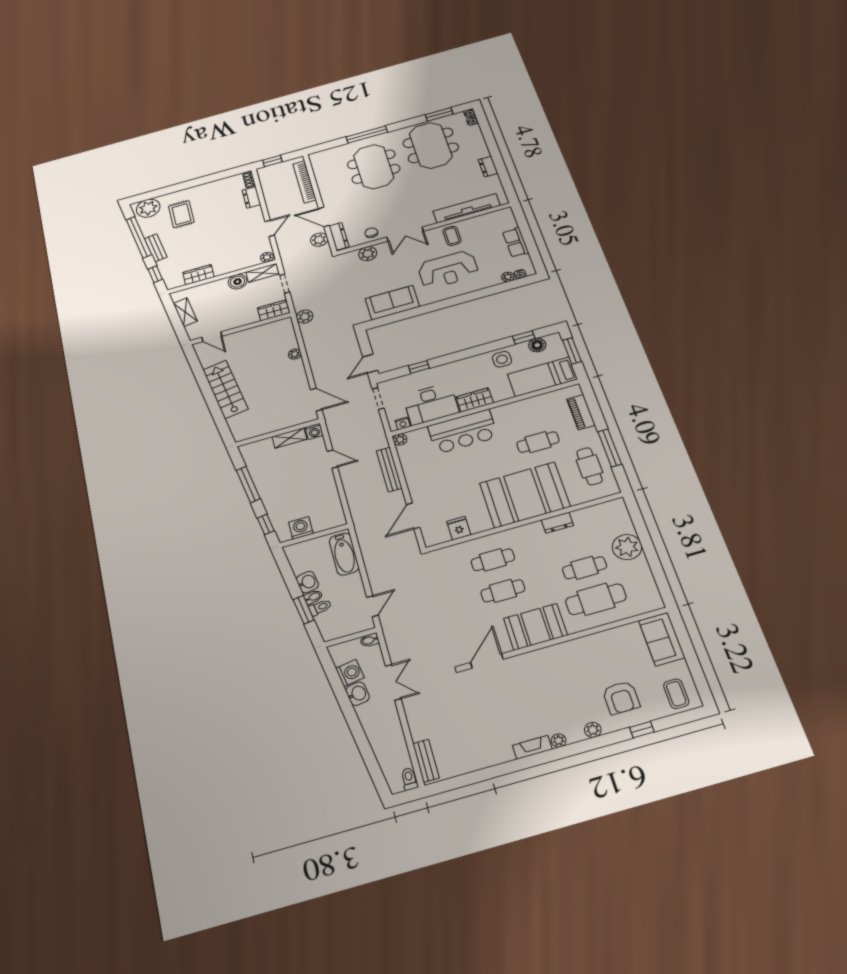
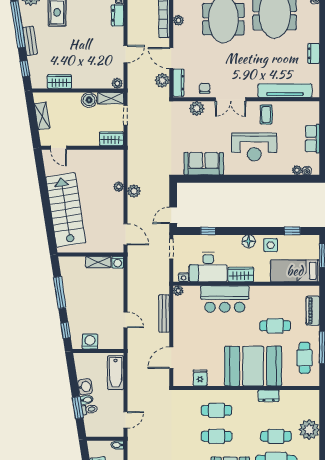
plant: (322, 182) -> (178, 20), added
plant: (305, 317) -> (134, 191), moved
floor lamp: (537, 345) -> (249, 241), moved
stairs: (225, 389) -> (66, 210), width x1.36, depth x1.51
door: (332, 459) -> (125, 320), moved

